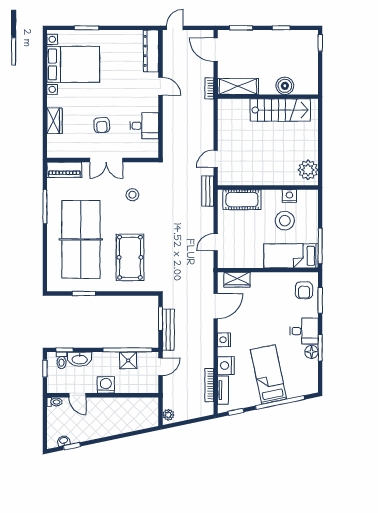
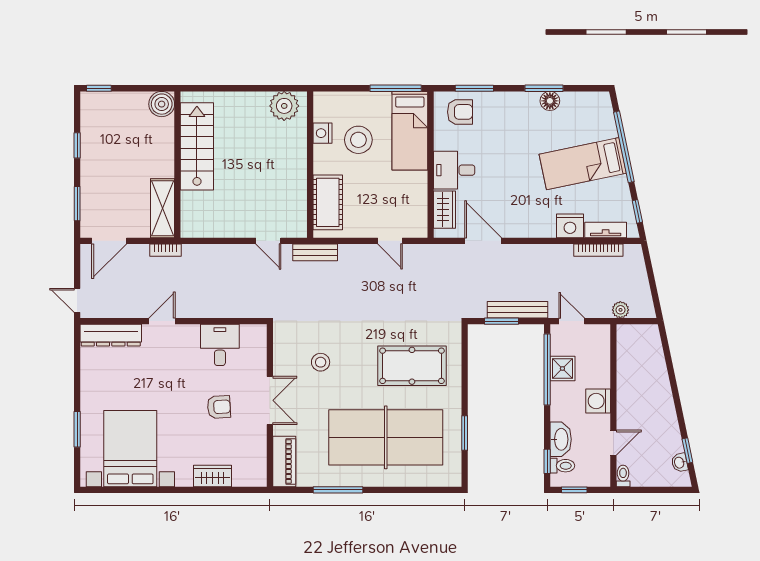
boiler: (285, 86) -> (162, 104), moved
desk: (304, 331) -> (454, 170), moved, turned -90
nightstand: (224, 340) -> (532, 228), removed
plant: (168, 415) -> (620, 310), moved

